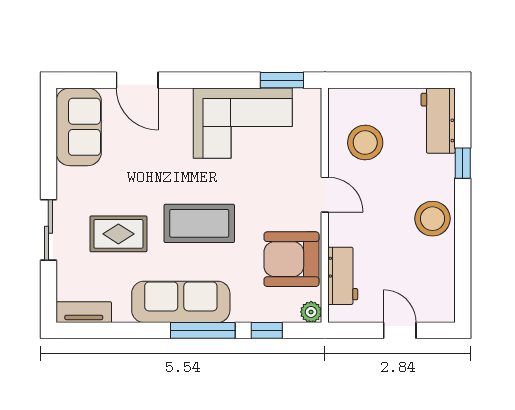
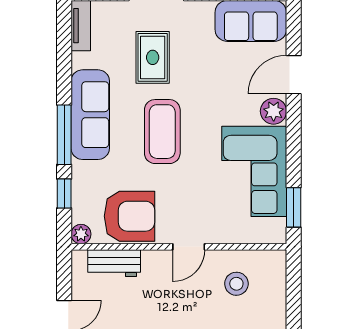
plant: (177, 102) -> (274, 111), added
stool: (365, 143) -> (236, 284), width x0.73, depth x0.73
armchair: (292, 259) -> (129, 216), turned 90

